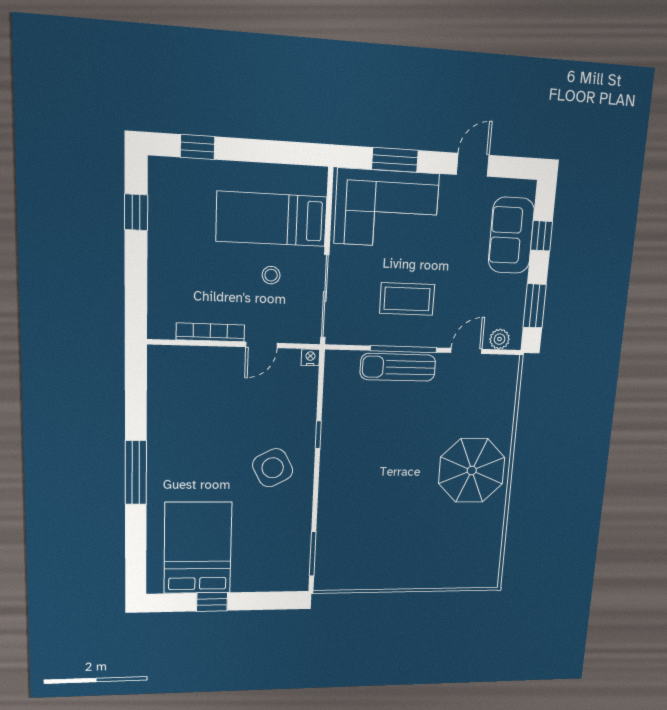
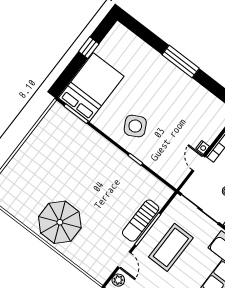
coffee table: (407, 299) -> (171, 247), width x1.36, depth x1.32
nightstand: (310, 357) -> (203, 148), moved
sun lounger: (398, 367) -> (141, 221), turned 180
bed: (198, 548) -> (91, 87), moved, turned -90

